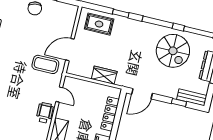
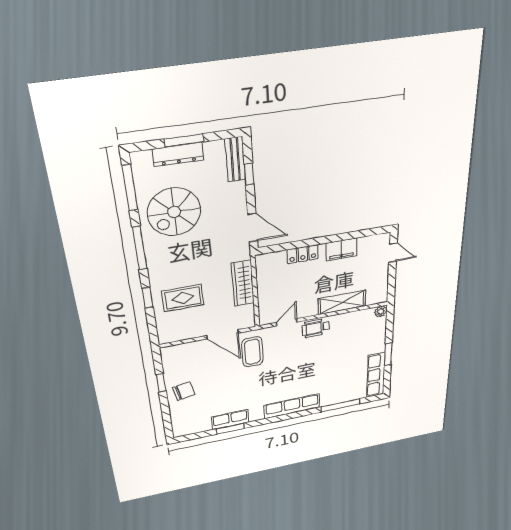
rug: (99, 24) -> (183, 298), moved, turned 90
spiral stairs: (173, 51) -> (174, 212), turned 180
wardrobe: (104, 75) -> (243, 283), width x1.50
locker: (110, 114) -> (303, 254), width x0.66

